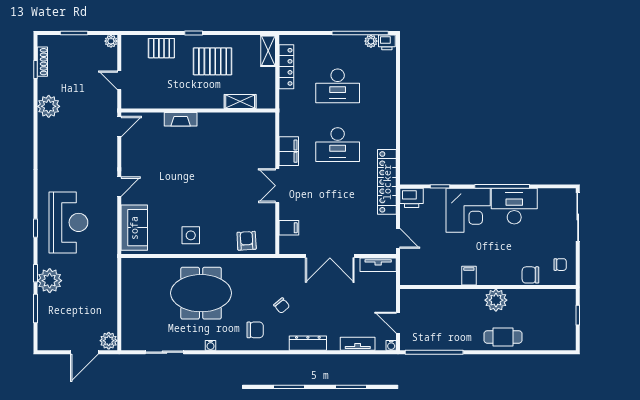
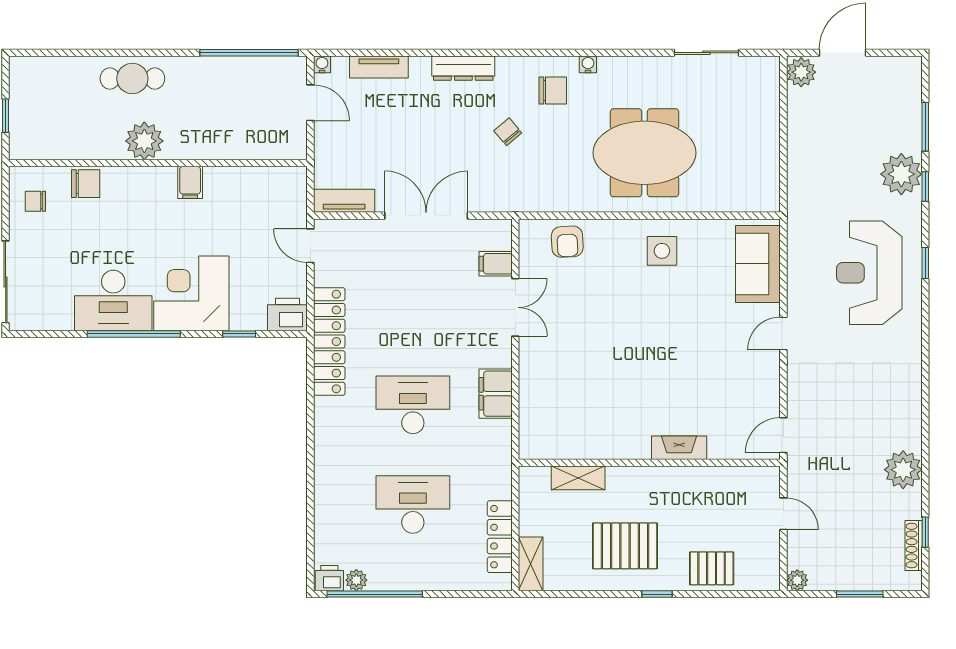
double door: (277, 186) -> (515, 307), moved
chair: (255, 330) -> (553, 90), turned 180
water cooler: (210, 345) -> (588, 64), moved

